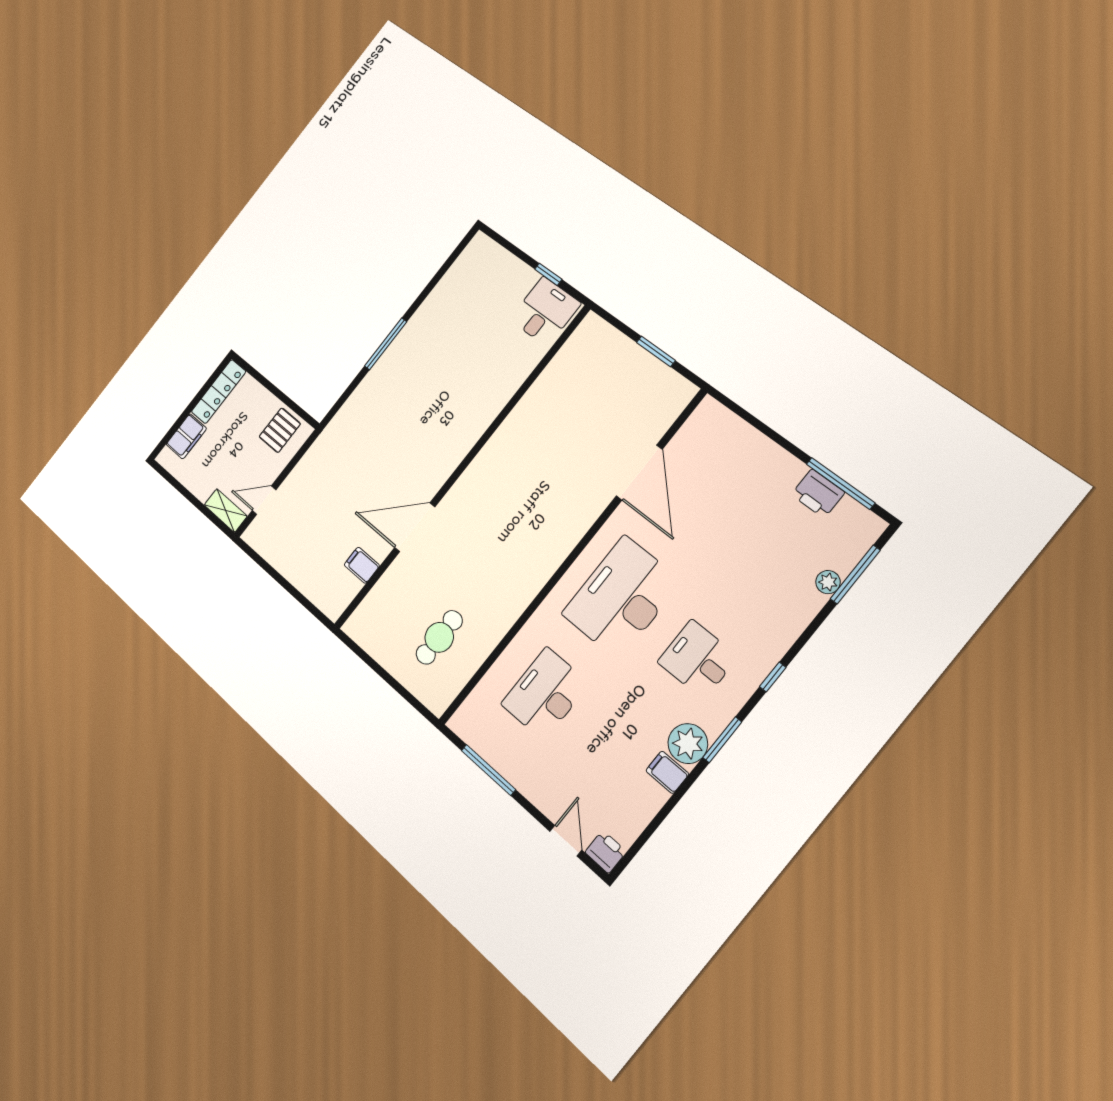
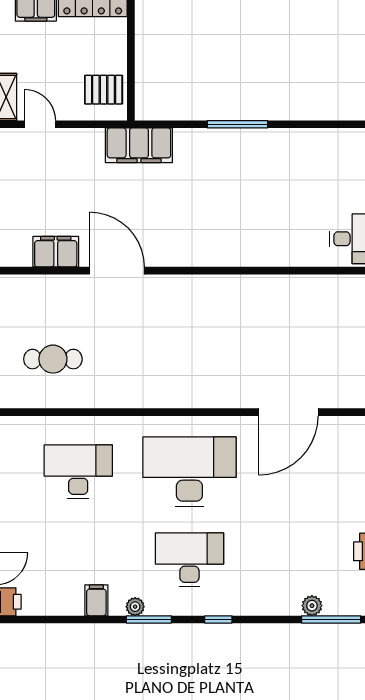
filing cabinet: (339, 434) -> (139, 145), added
filing cabinet: (362, 565) -> (56, 252), width x2.00
desk: (698, 659) -> (189, 560), width x1.37
plant: (688, 744) -> (135, 607), width x0.53, depth x0.53

